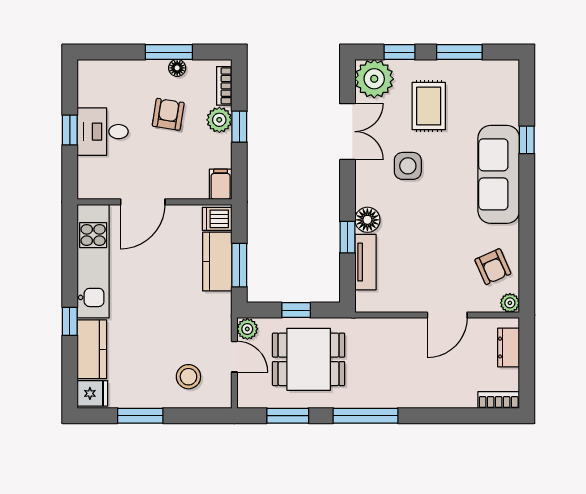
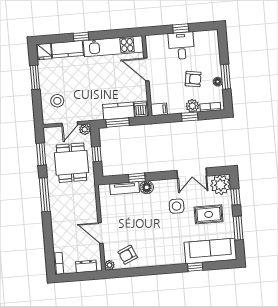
sofa: (499, 174) -> (210, 251), moved

